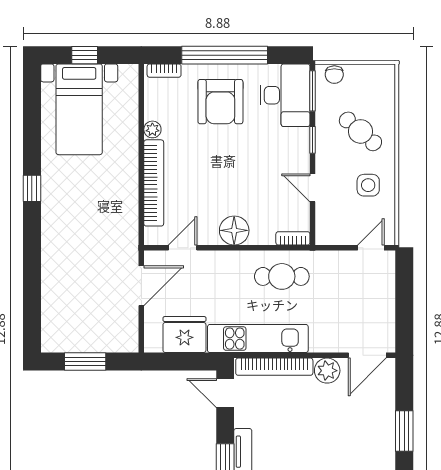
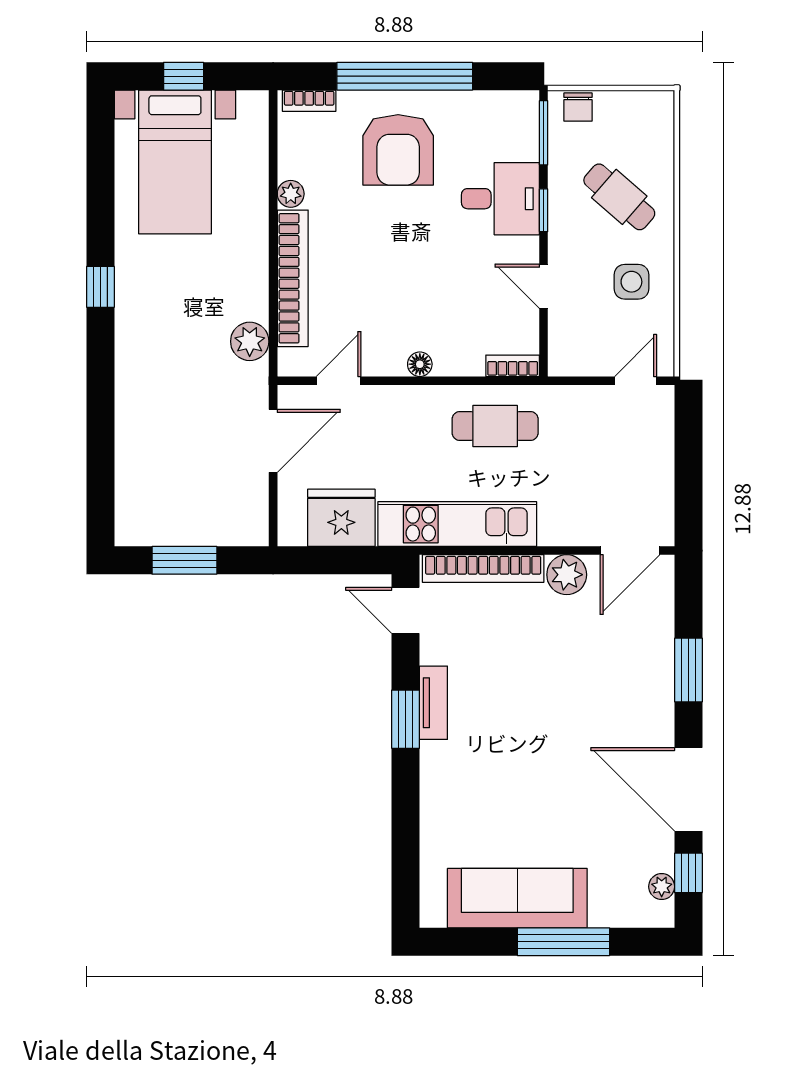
desk: (285, 95) -> (500, 199), moved, width x0.73
plant: (126, 223) -> (250, 341), added
floor lamp: (234, 230) -> (420, 364), width x0.53, depth x0.53

